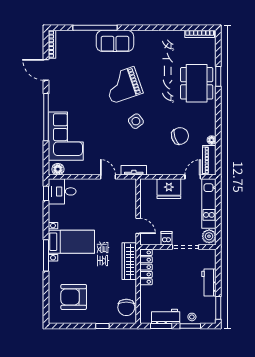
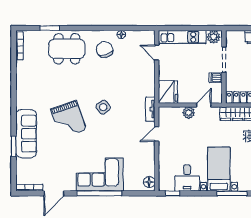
window: (95, 28) -> (14, 146), width x0.47
sofa: (115, 41) -> (26, 134), width x1.36
window: (218, 76) -> (50, 28), moved
corner sofa: (66, 136) -> (100, 174), moved
chair: (180, 136) -> (105, 50), moved
piano: (209, 160) -> (141, 37), removed
fridge: (169, 189) -> (168, 92), moved
desk: (62, 191) -> (187, 178), moved
plant: (130, 210) -> (189, 113), added

